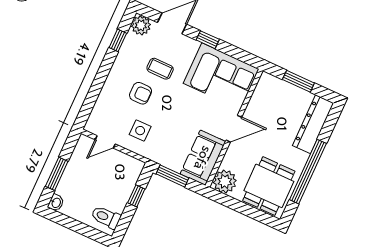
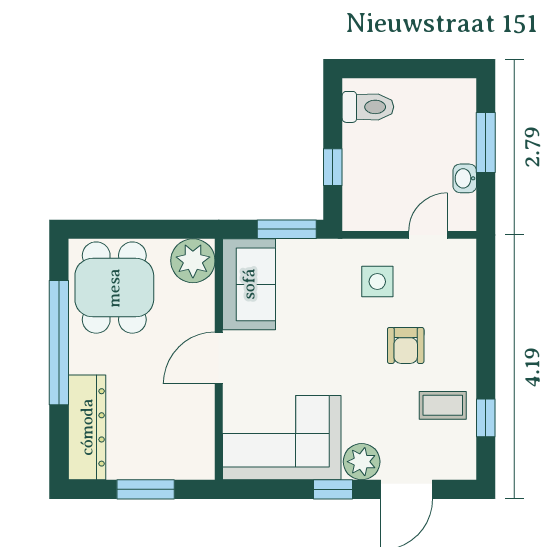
plant: (141, 25) -> (362, 462), moved
coffee table: (160, 69) -> (443, 405), moved
armchair: (141, 93) -> (406, 345), turned -90
washbasin: (56, 203) -> (465, 178), moved

